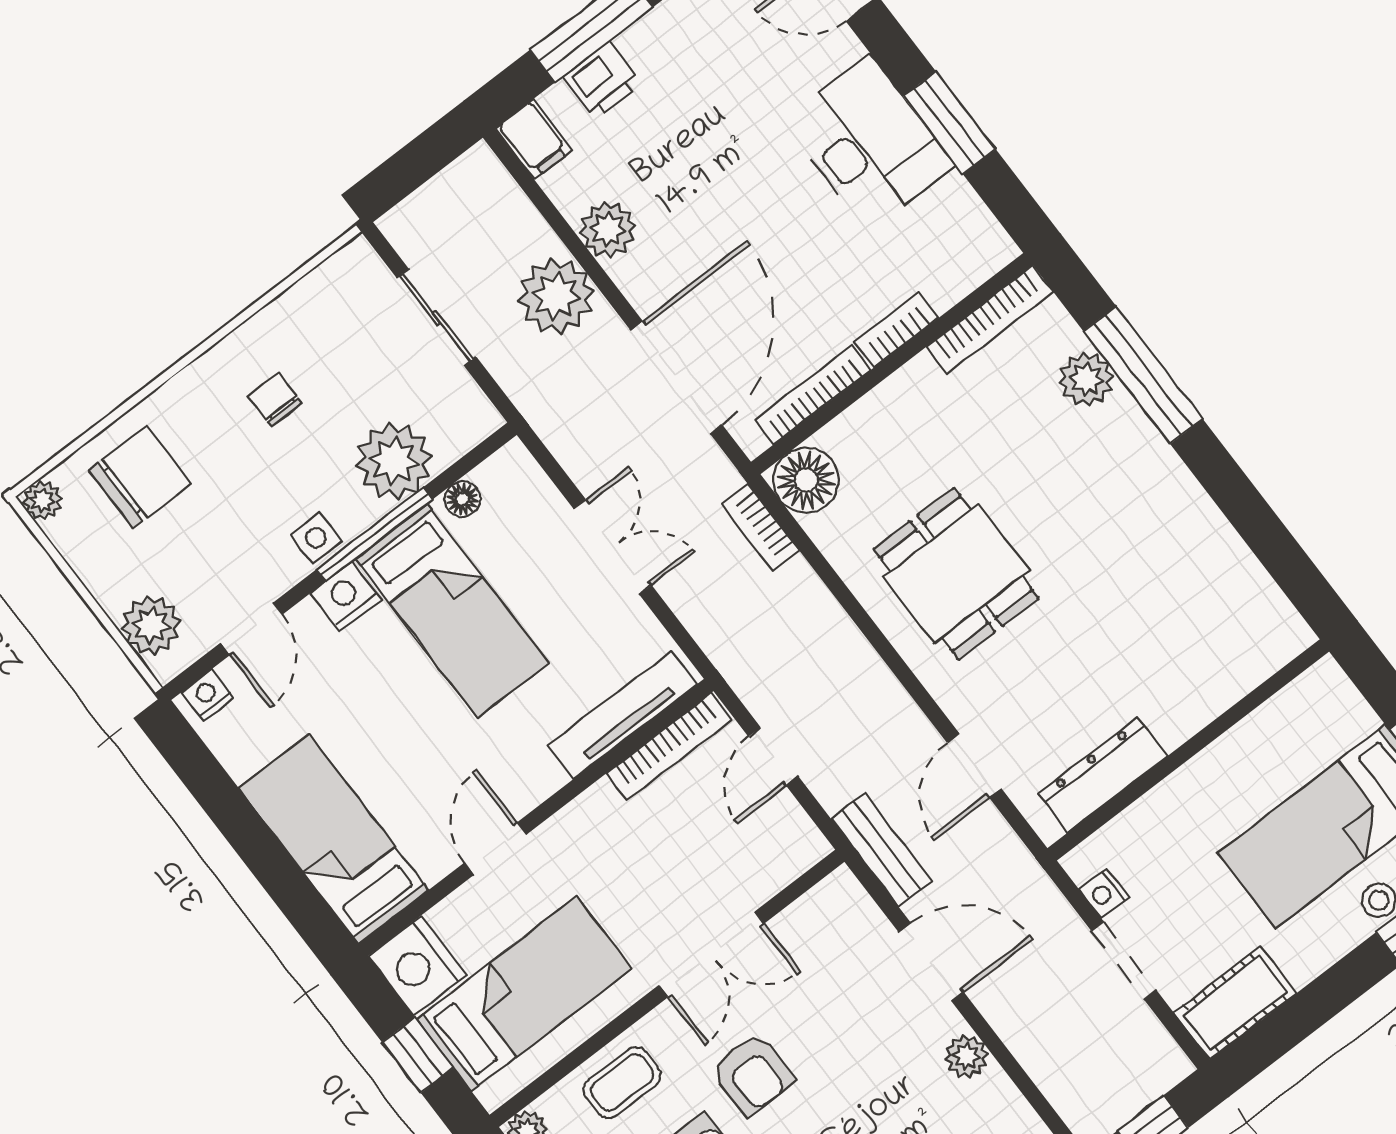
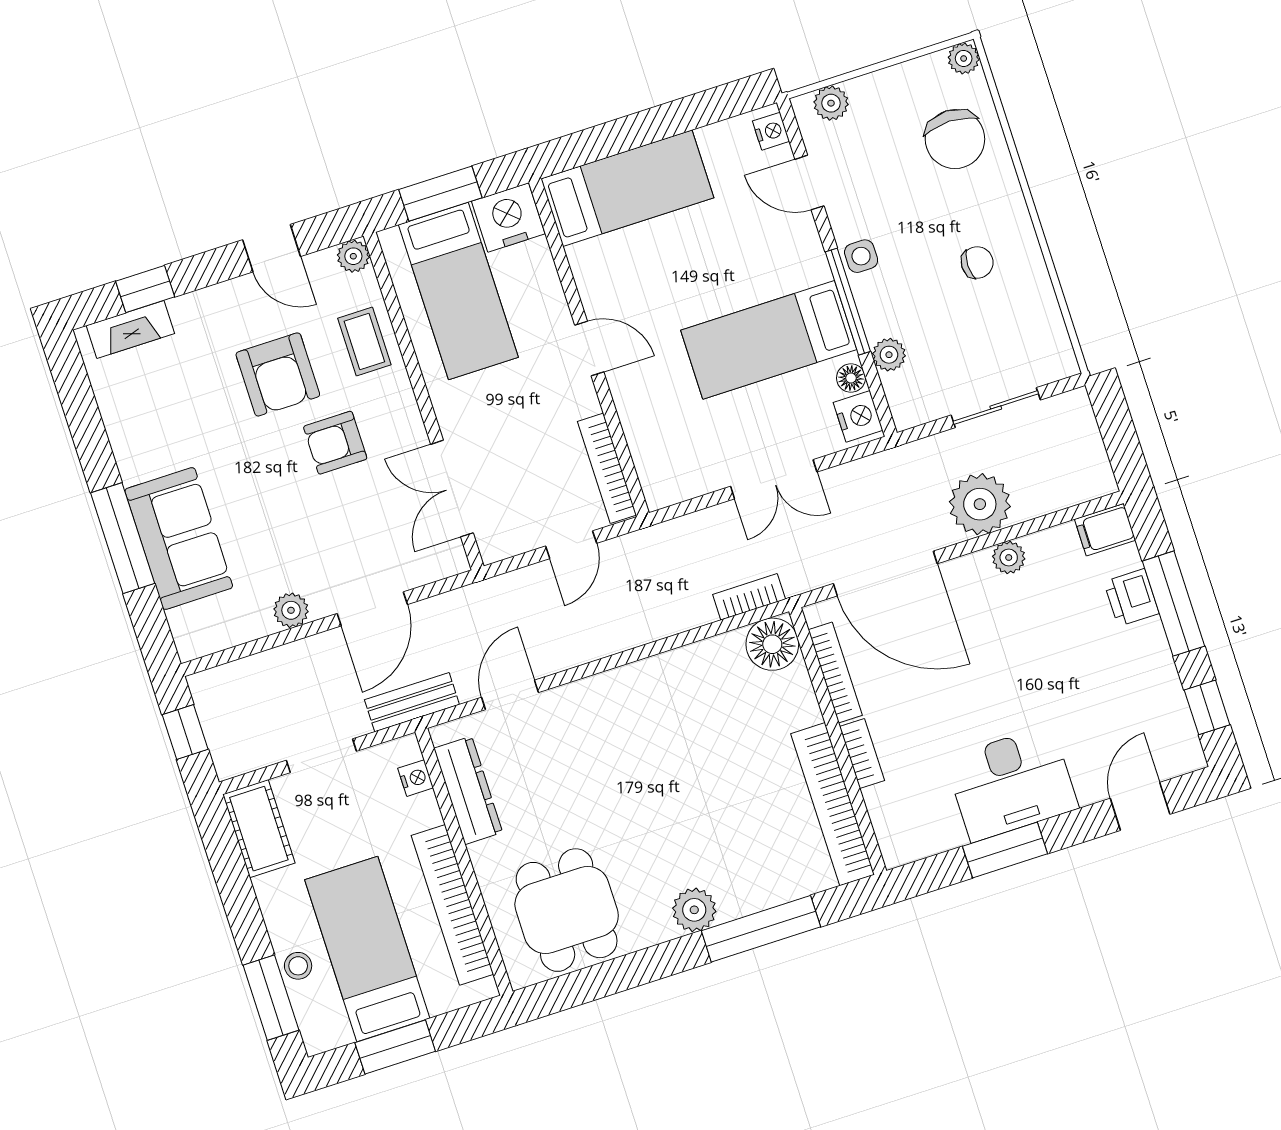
plant: (608, 229) -> (1009, 558), width x0.73, depth x0.73
bookcase: (990, 320) -> (832, 804), width x1.48, depth x1.31
plant: (1086, 379) -> (694, 910), moved
plant: (394, 461) -> (889, 355), width x0.53, depth x0.53
dining table: (956, 574) -> (567, 910), moved, turned 90
nightstand: (346, 596) -> (858, 416), moved
plant: (151, 625) -> (831, 103), width x0.73, depth x0.73
tv unit: (622, 715) -> (644, 441), removed
bookcase: (1243, 745) -> (452, 905), added
door: (773, 757) -> (571, 545), swing flipped
door: (974, 765) -> (510, 695), hinge flipped
door: (495, 849) -> (589, 349), moved
bench: (881, 850) -> (412, 702), moved
nightstand: (1104, 894) -> (416, 778), moved, turned 90
double door: (711, 954) -> (452, 489), moved
window: (418, 1055) -> (440, 194), width x1.50

